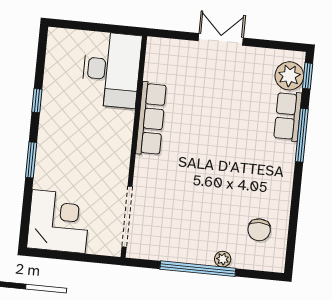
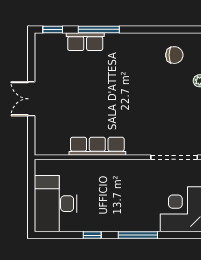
desk: (111, 70) -> (56, 204), moved, turned -90
plant: (289, 76) -> (54, 43), removed
window: (31, 160) -> (138, 235), width x1.44

